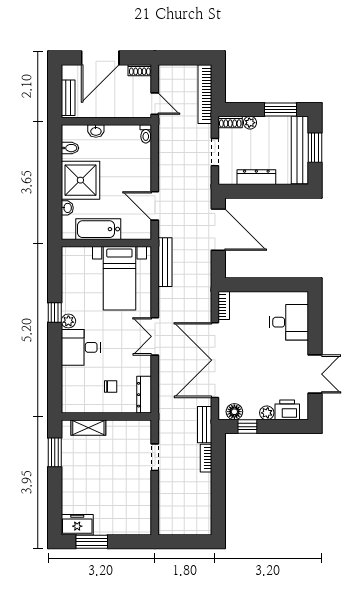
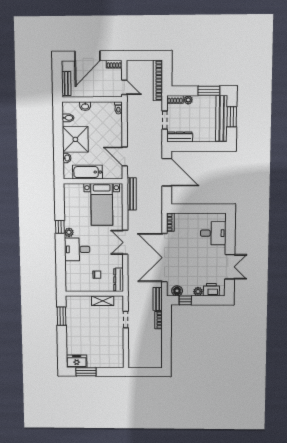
dresser: (256, 177) -> (180, 137), moved
shelving: (88, 428) -> (103, 301), moved

